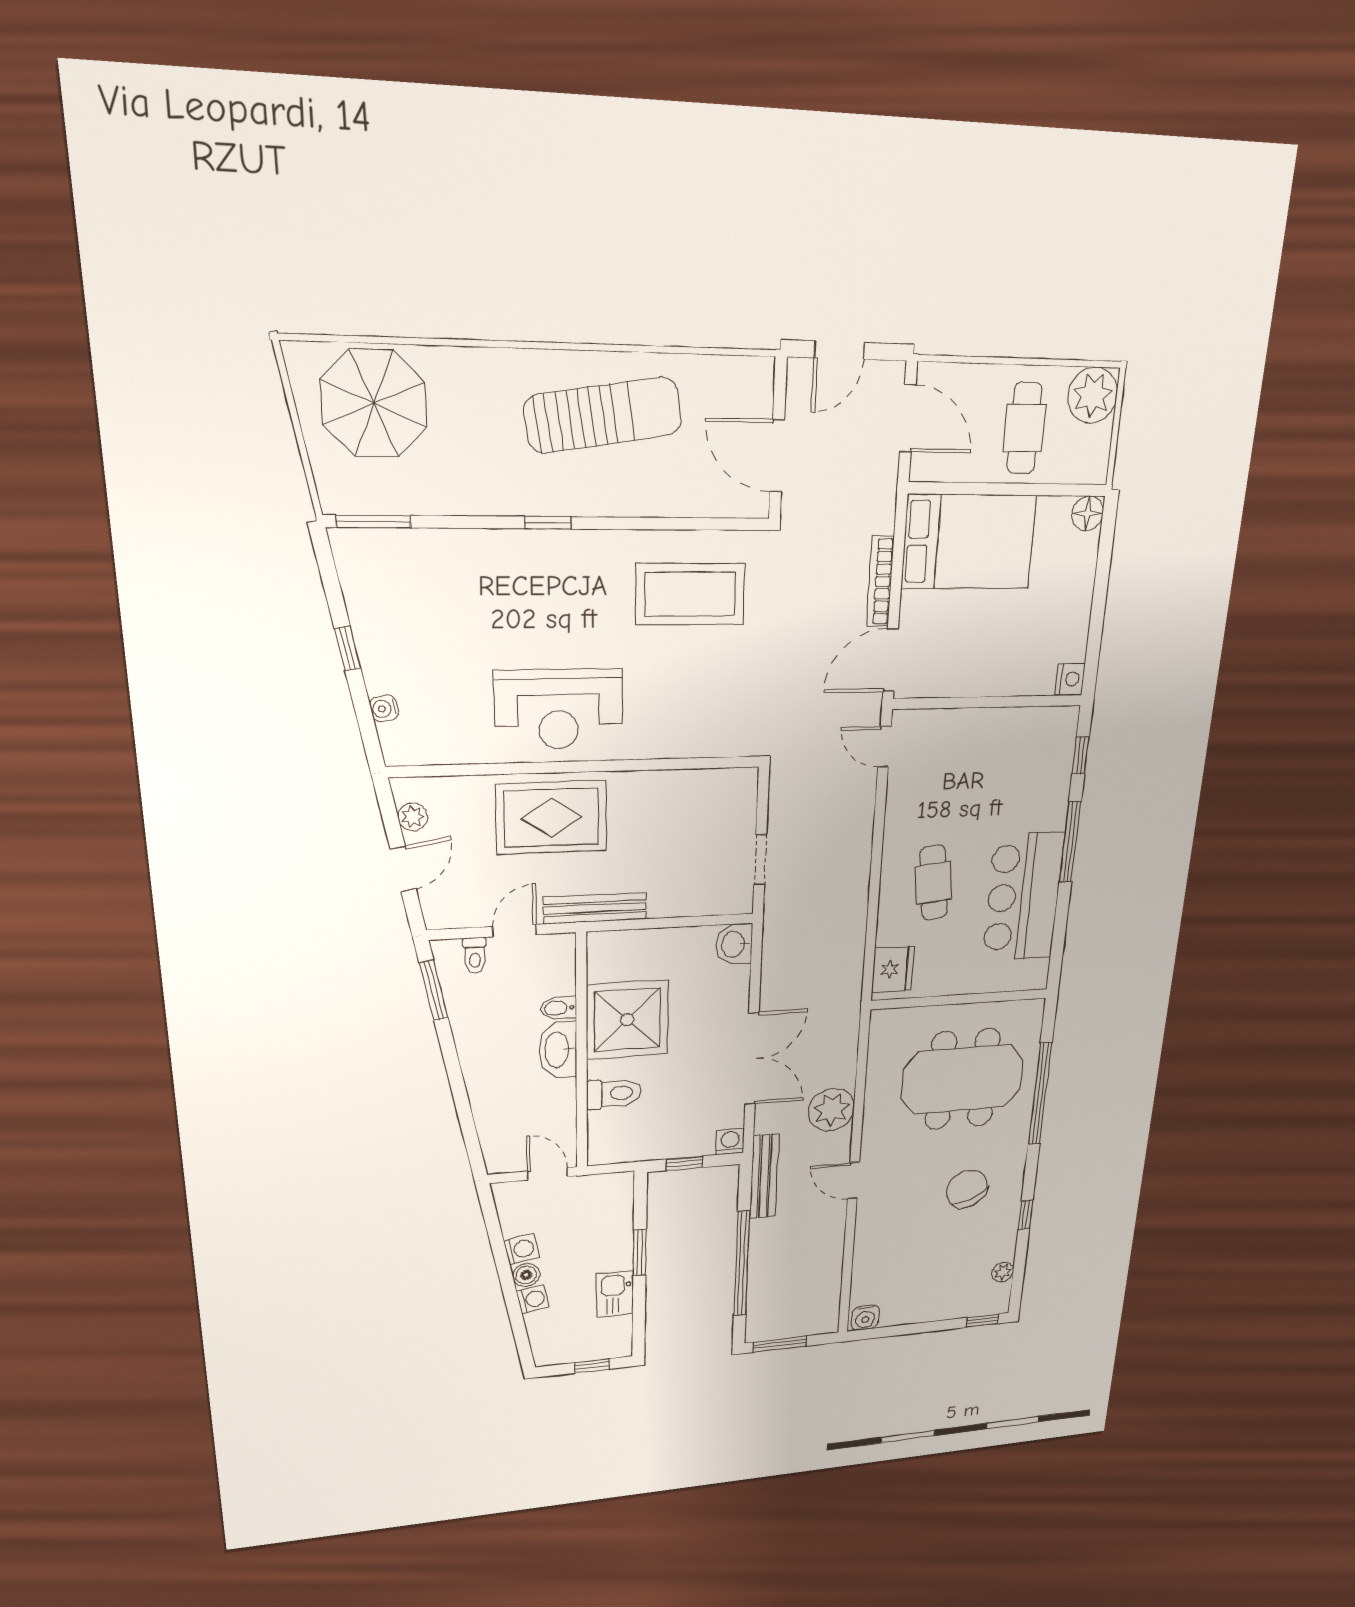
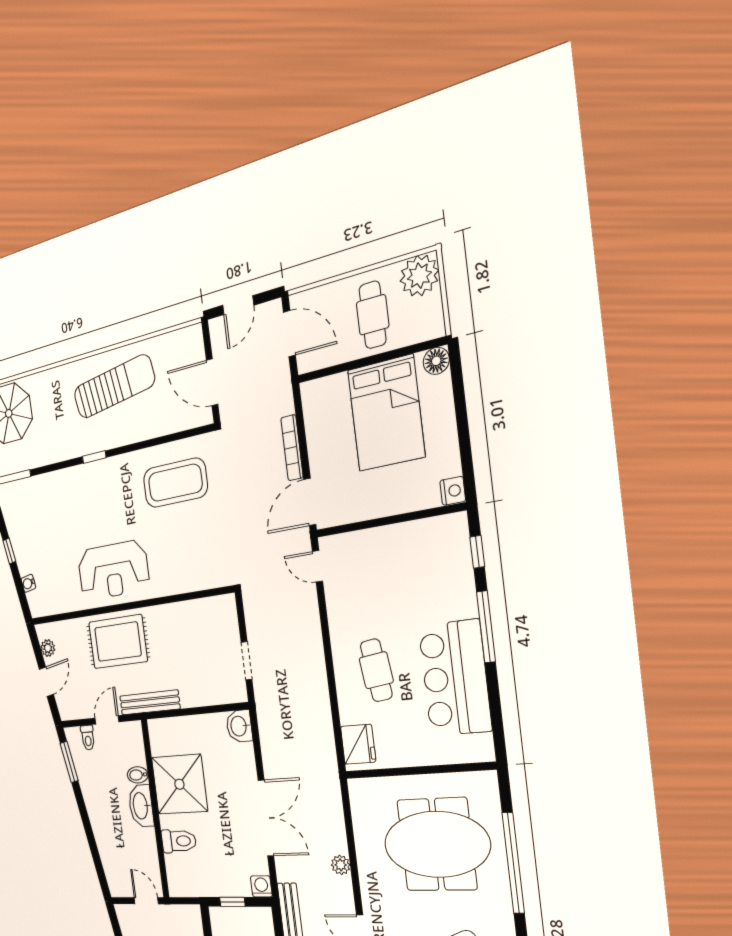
bed: (969, 542) -> (386, 413), moved, turned 90
plant: (831, 1110) -> (341, 865), width x0.53, depth x0.53

